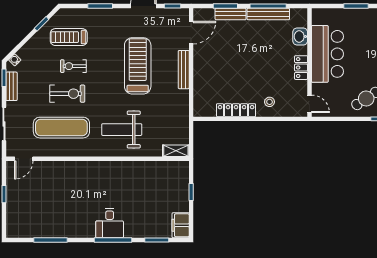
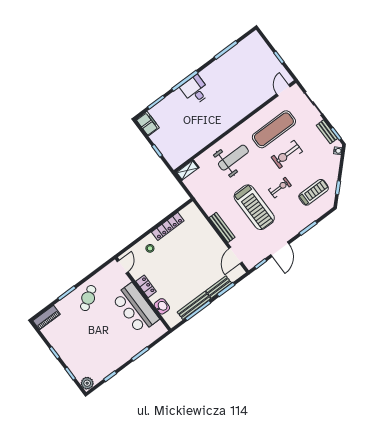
exercise bike: (73, 66) -> (280, 188), moved
door: (310, 104) -> (123, 267), swing flipped

